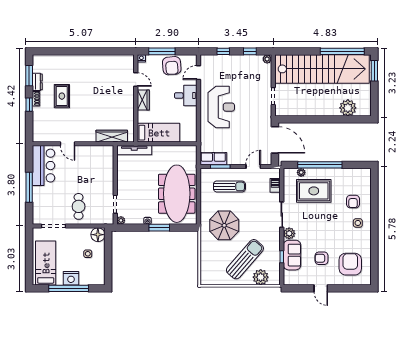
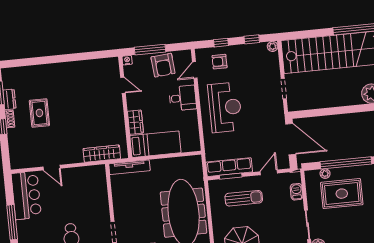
armchair: (220, 67) -> (220, 62), added
wardrobe: (143, 100) -> (135, 122), moved
row of seats: (213, 159) -> (229, 167), width x1.48

